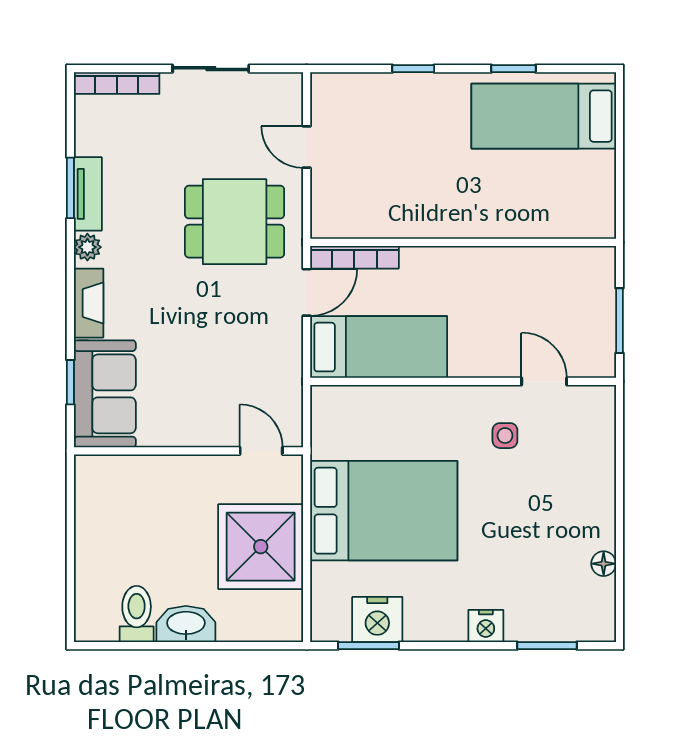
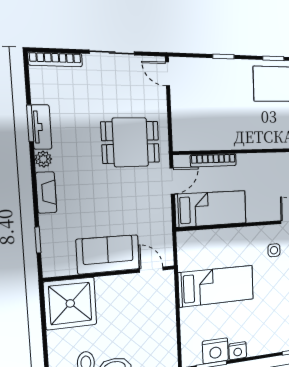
door: (307, 147) -> (168, 74), moved
bookcase: (354, 257) -> (213, 160), moved
sofa: (105, 394) -> (108, 254), moved, turned -90
bed: (384, 511) -> (216, 286), width x0.67
shower: (261, 547) -> (70, 303), moved
nightstand: (486, 626) -> (238, 351), moved

